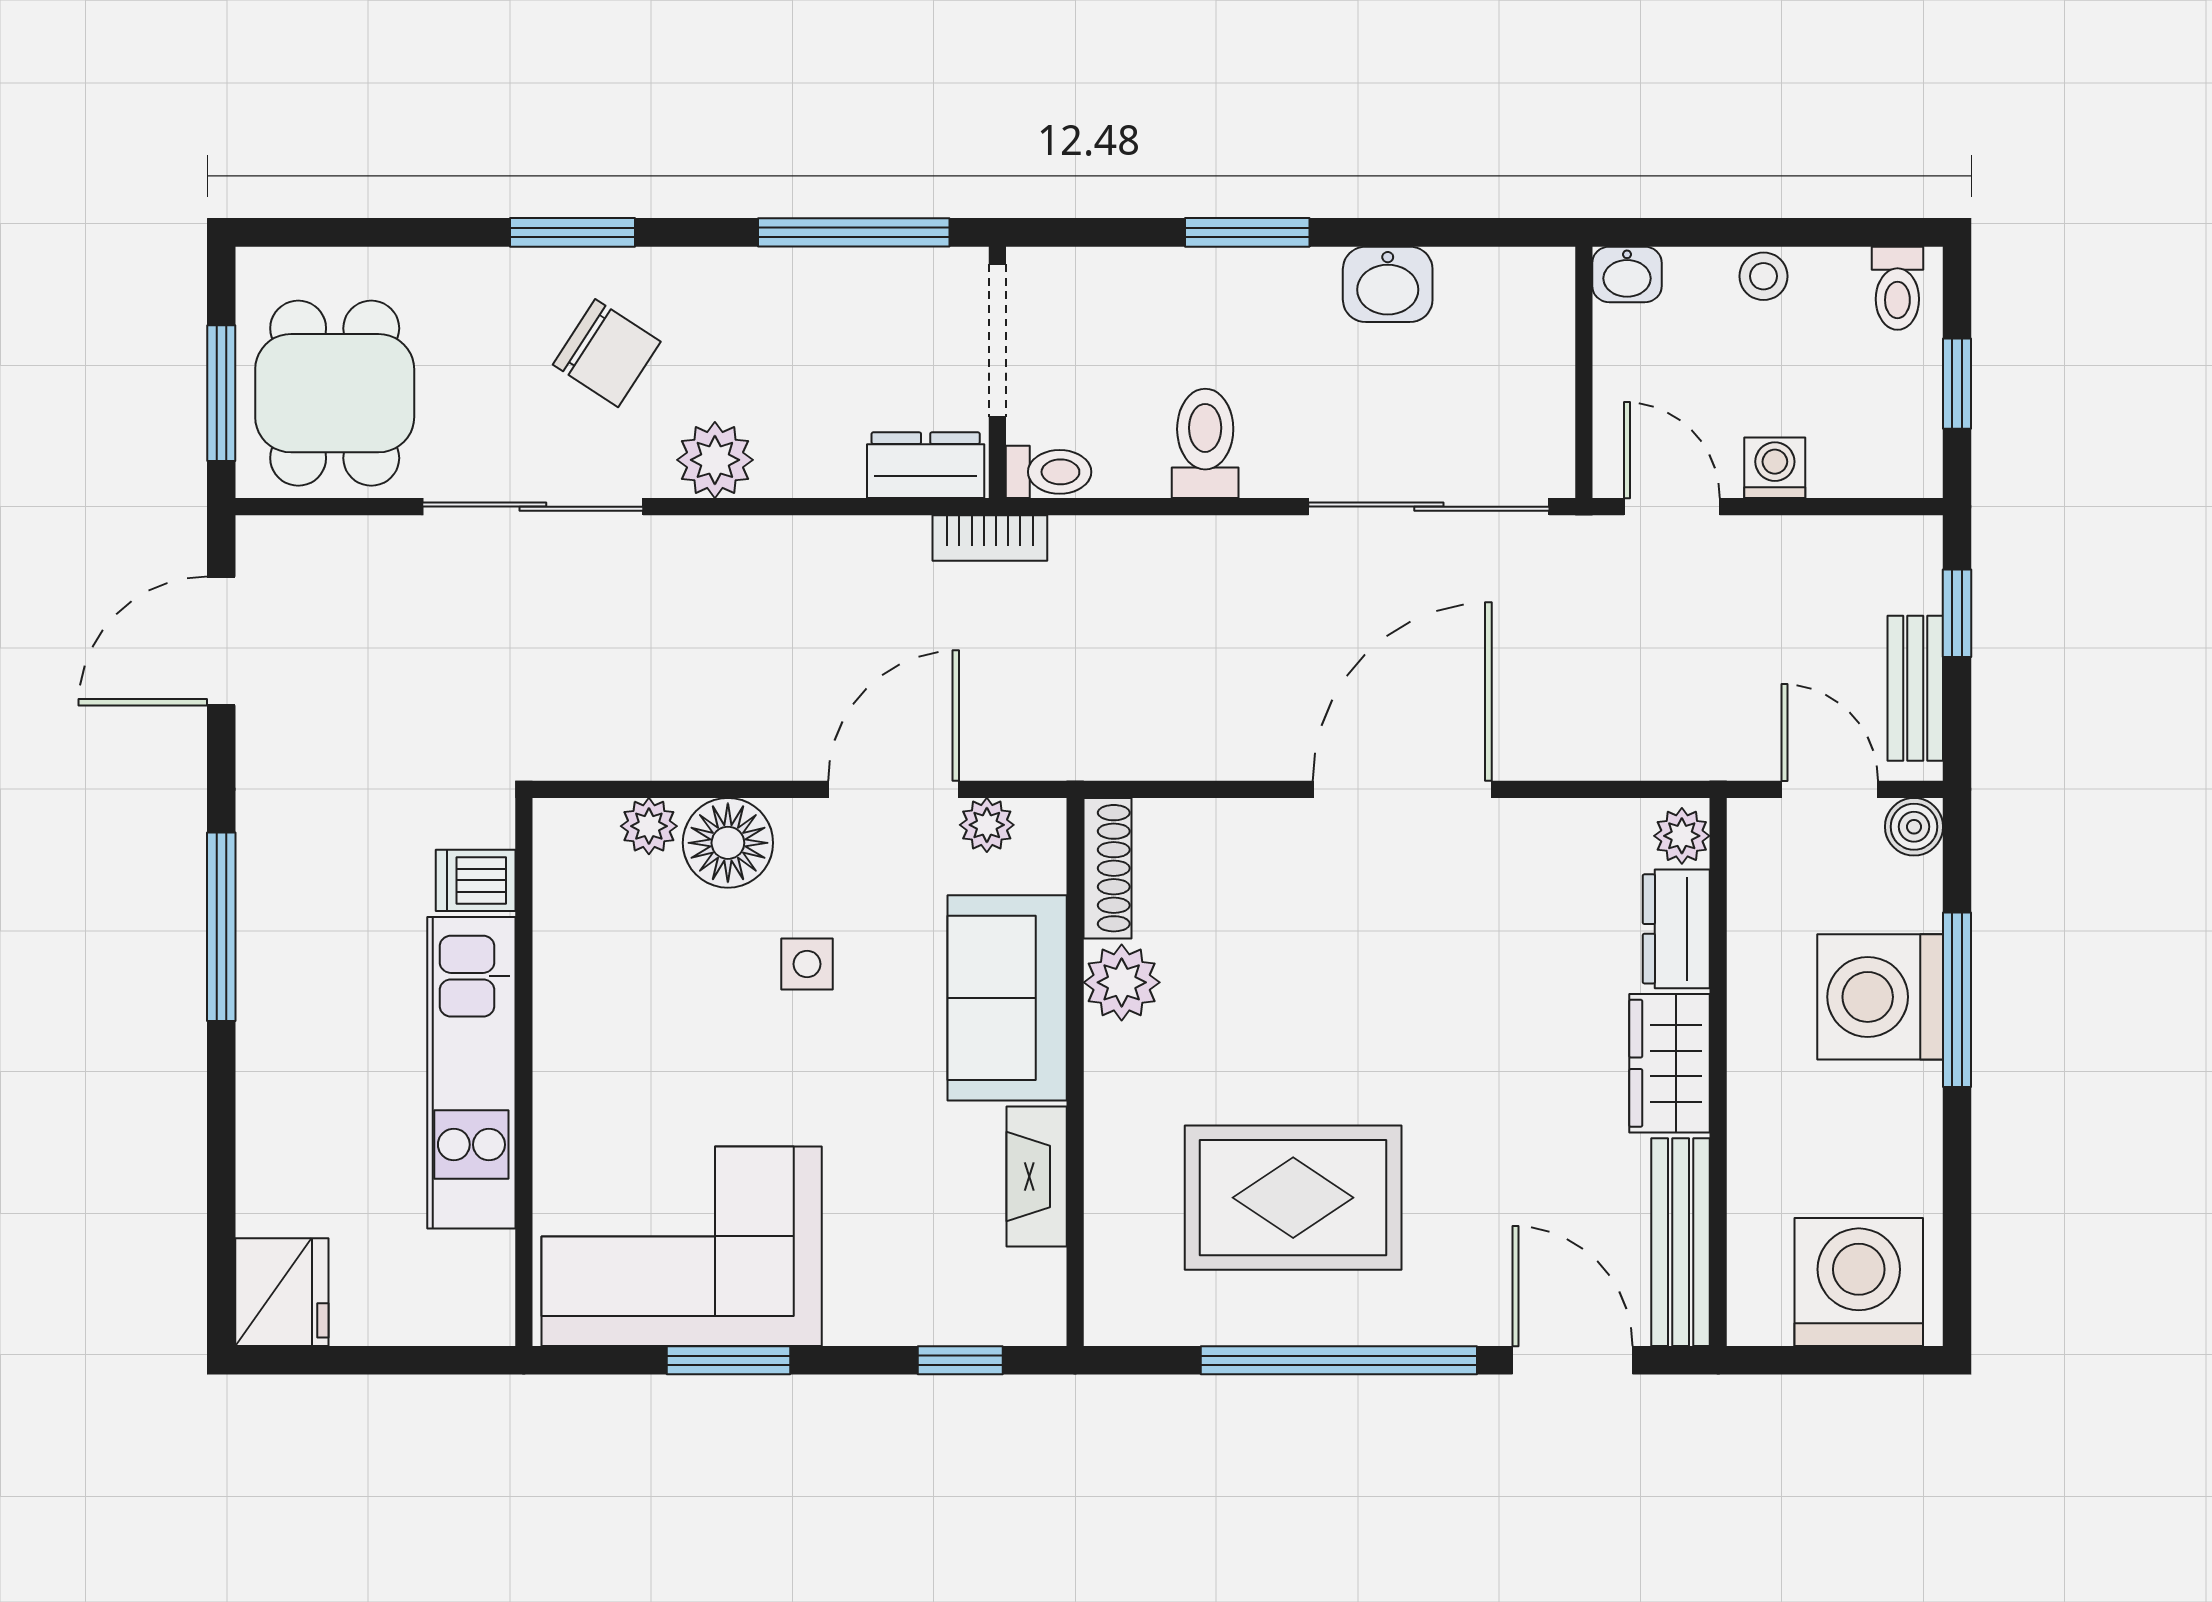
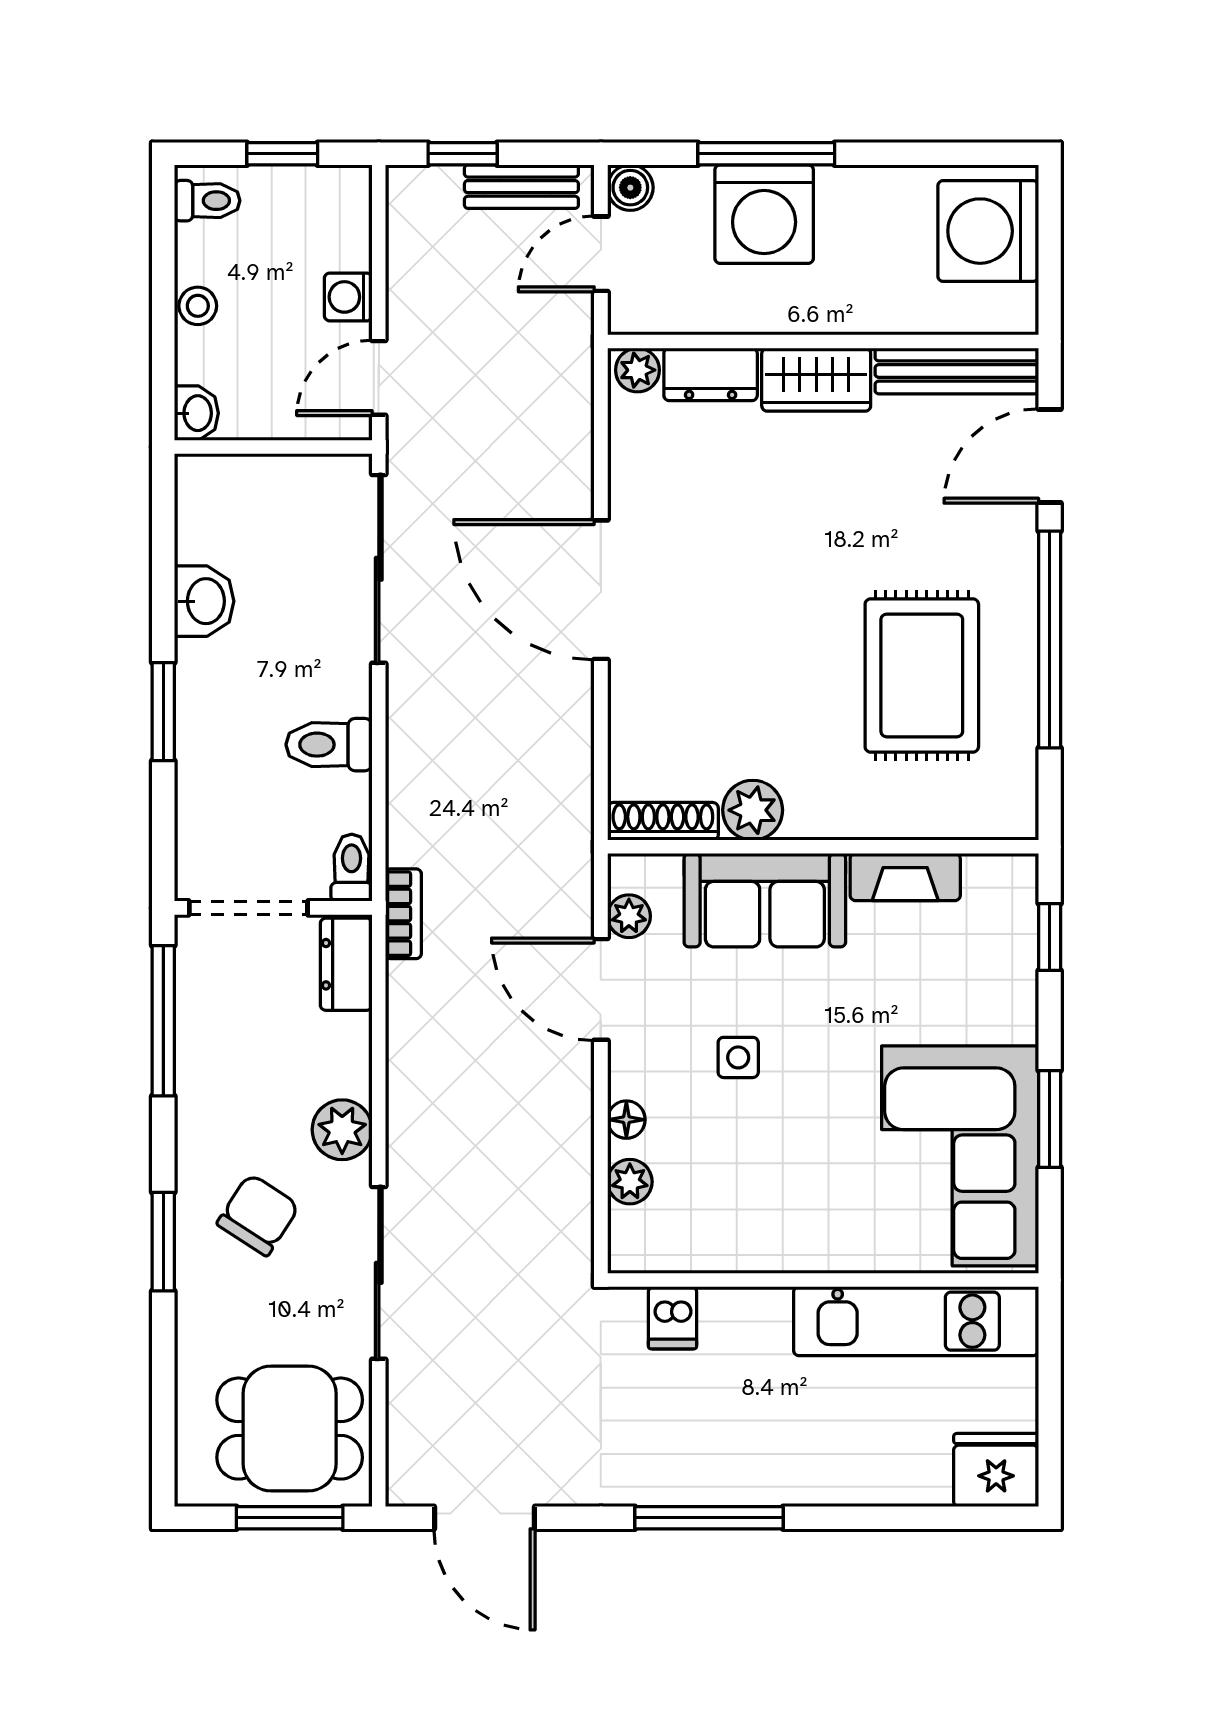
floor lamp: (728, 843) -> (626, 1120), width x0.53, depth x0.53
kitchen unit: (471, 1073) -> (916, 1321), moved

